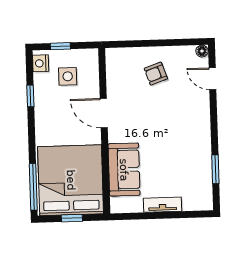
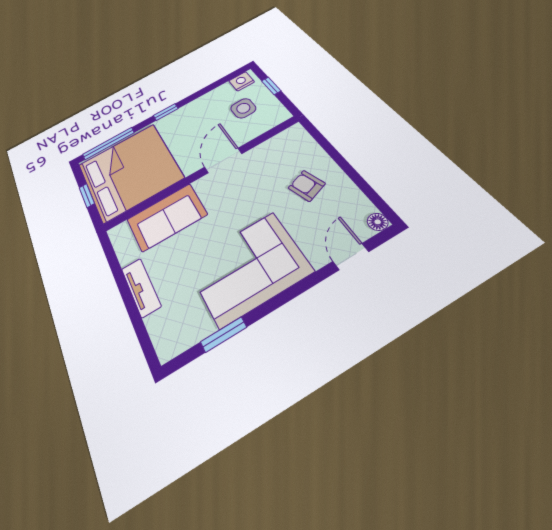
window: (30, 96) -> (166, 112), moved
corner sofa: (187, 137) -> (248, 268), added

